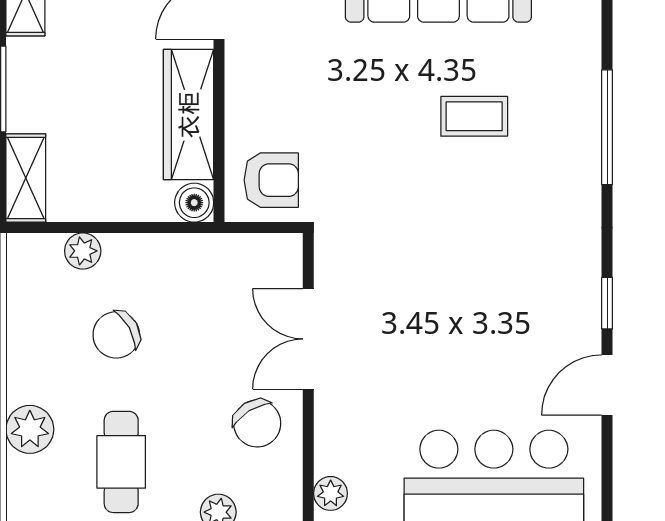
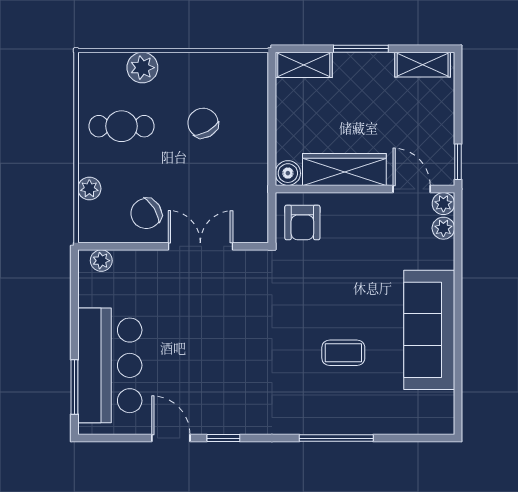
coffee table: (474, 116) -> (343, 353), turned 90
plant: (83, 251) -> (257, 101), removed

